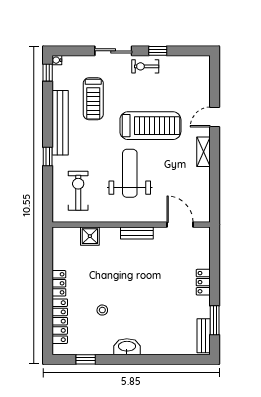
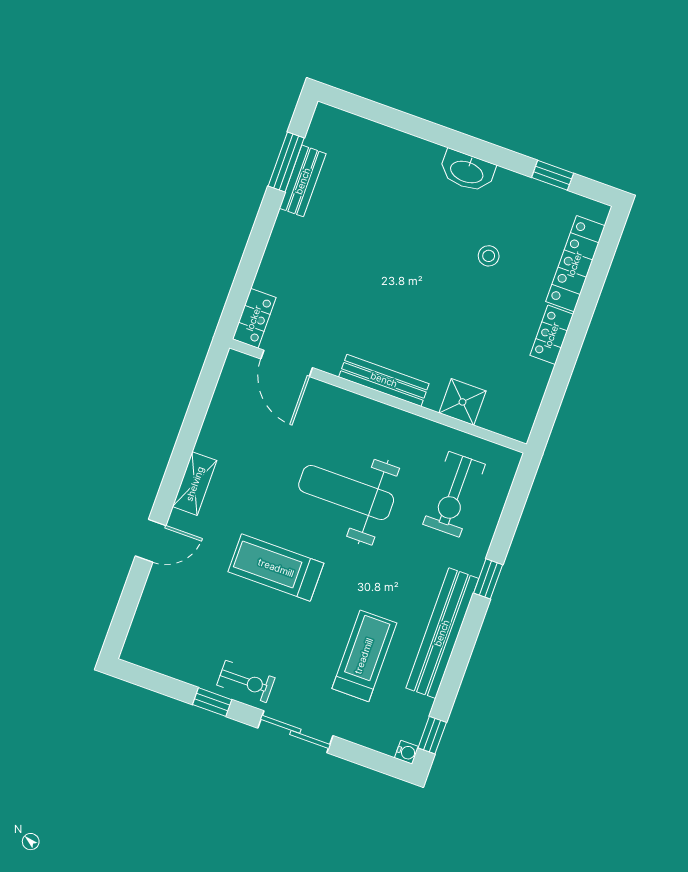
treadmill: (150, 126) -> (276, 568), width x0.73, depth x0.73
weight bench: (130, 173) -> (346, 493), turned 90
bench: (137, 233) -> (384, 380), width x1.36
locker: (203, 282) -> (254, 318), moved
bench: (204, 336) -> (303, 181), moved

